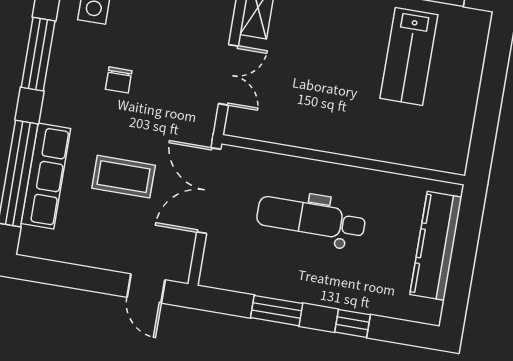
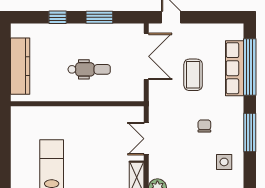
coffee table: (124, 177) -> (193, 75), turned 90
double door: (209, 191) -> (146, 56), moved
dental chair: (311, 219) -> (89, 69), width x0.73, depth x0.72

